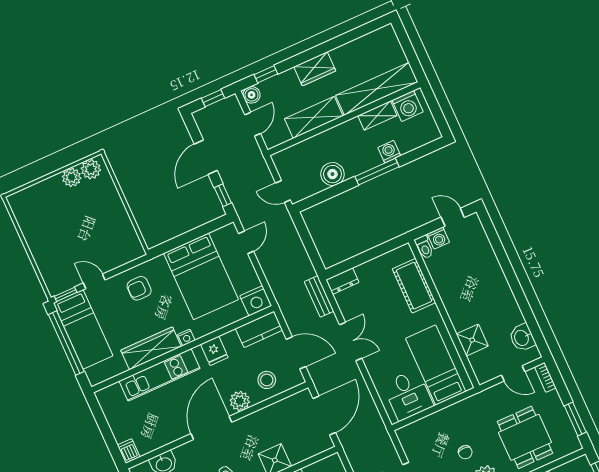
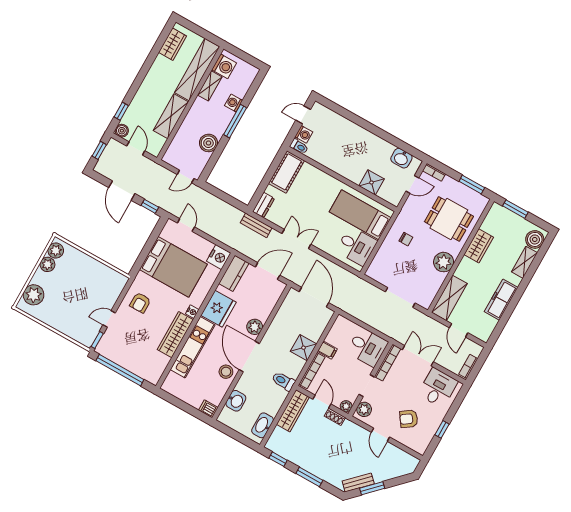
wardrobe: (315, 69) -> (173, 44), moved
plant: (34, 198) -> (34, 295), added
cot: (414, 286) -> (287, 172), moved, turned 90
bed: (83, 329) -> (124, 354), removed
fridge: (214, 351) -> (218, 309), width x1.88, depth x1.34
stool: (267, 380) -> (226, 372), moved
chair: (465, 452) -> (406, 239), moved

